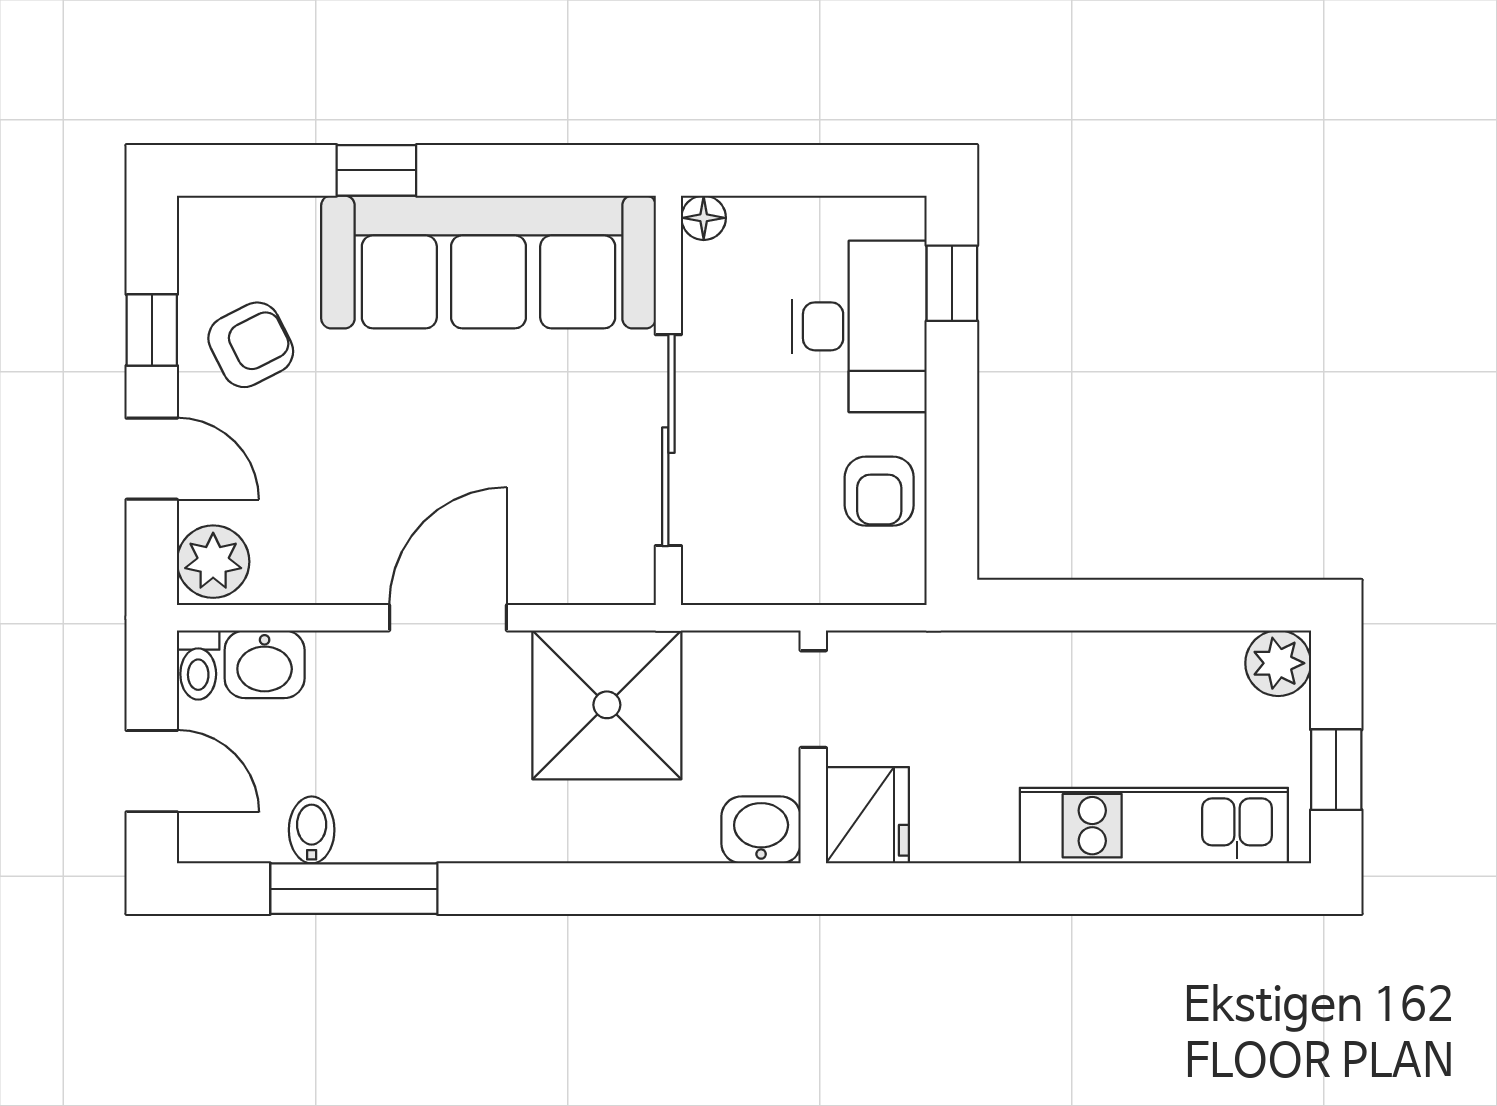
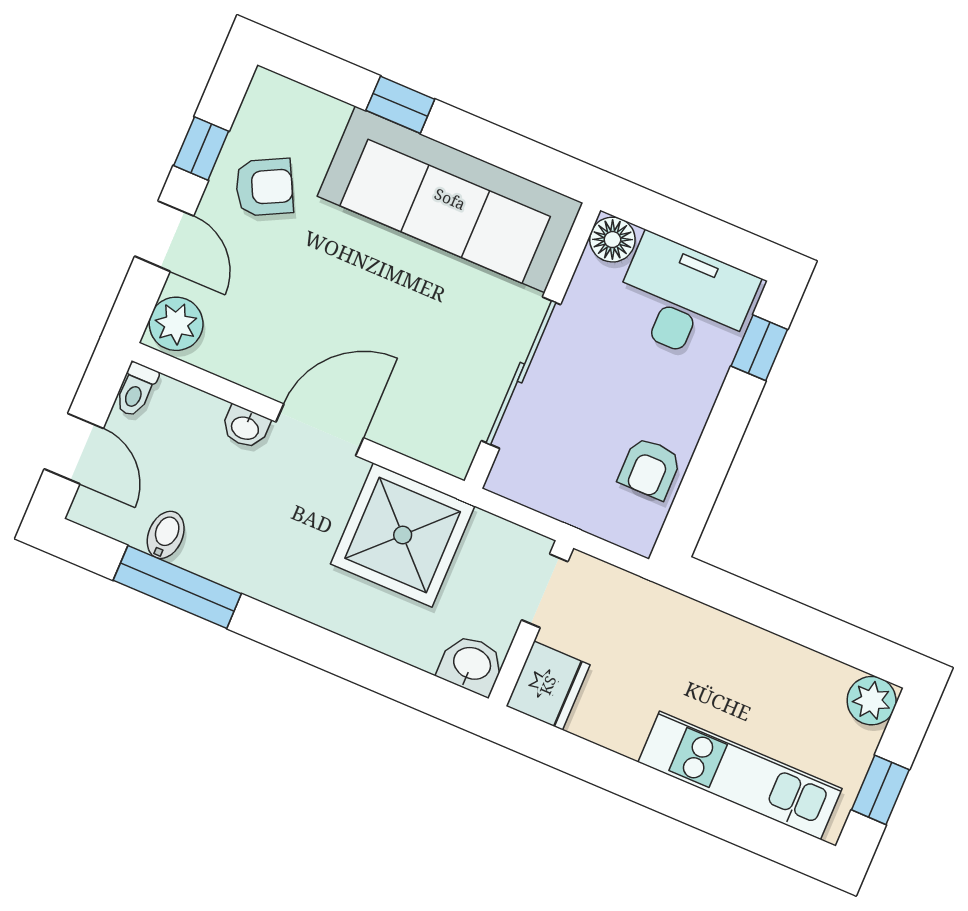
floor lamp: (704, 218) -> (612, 240), width x1.37, depth x1.37
desk: (859, 326) -> (684, 300), moved, turned -90
washbasin: (265, 664) -> (245, 427), moved, width x0.72, depth x0.69

